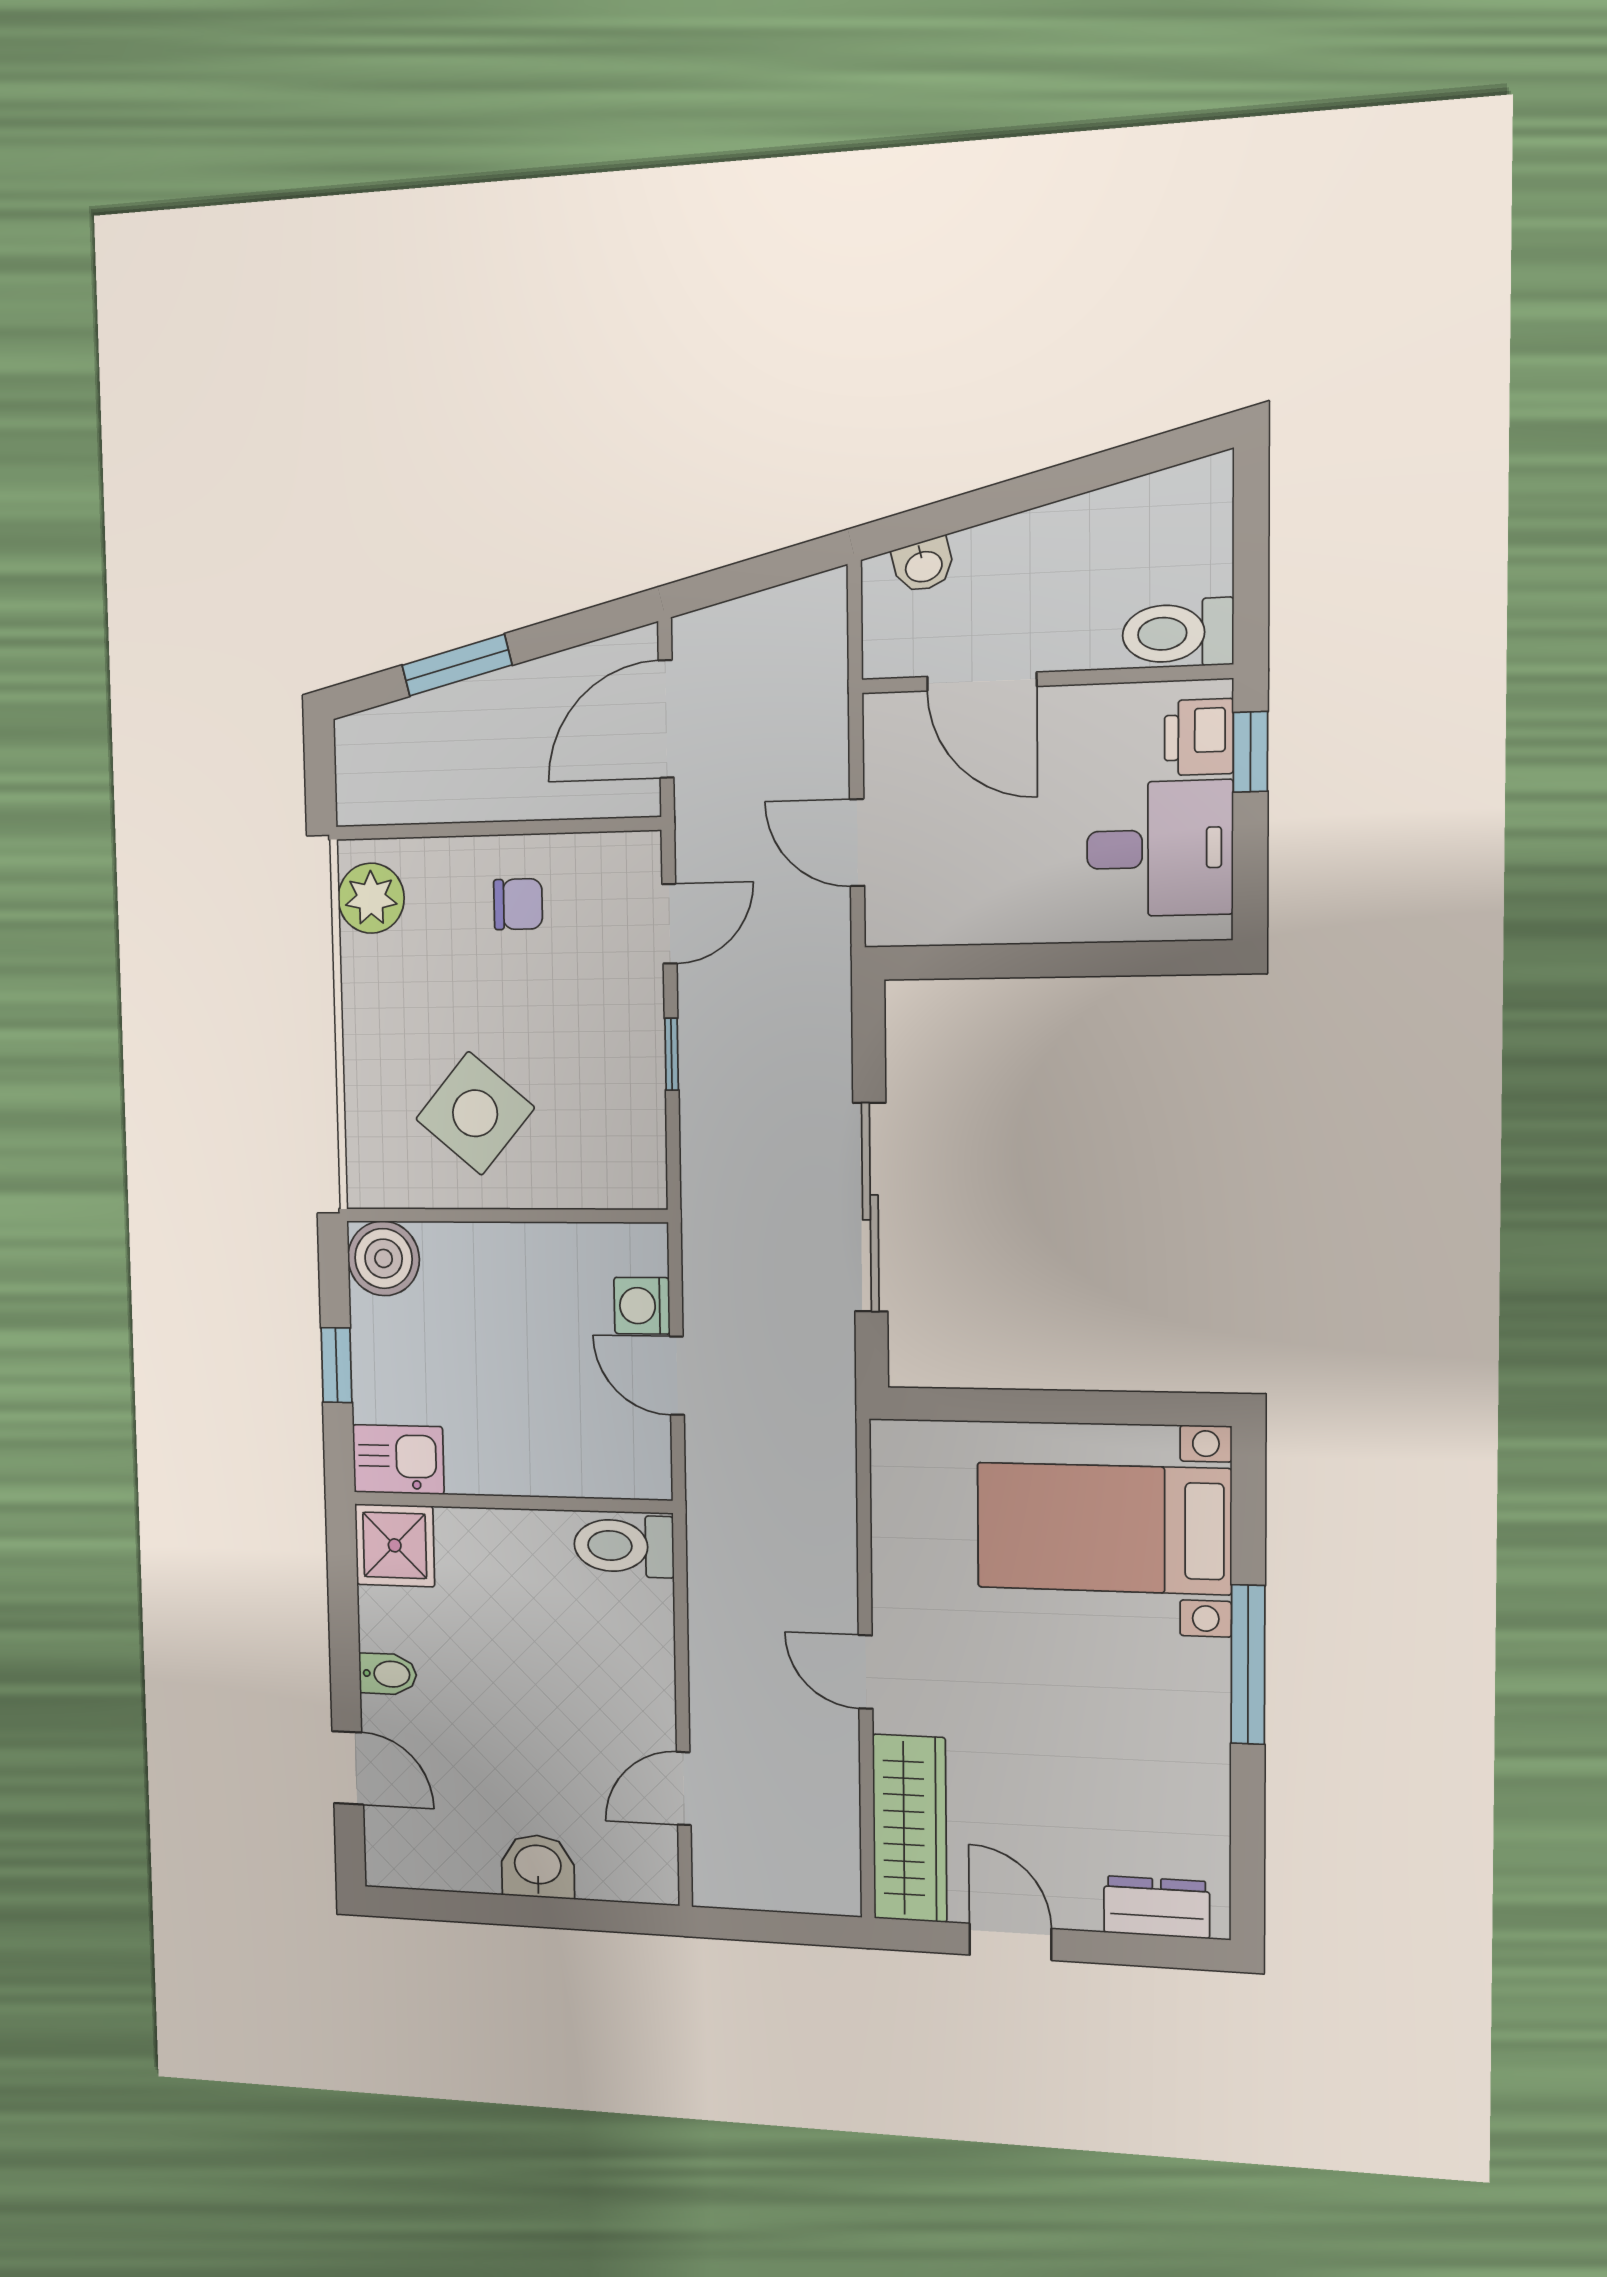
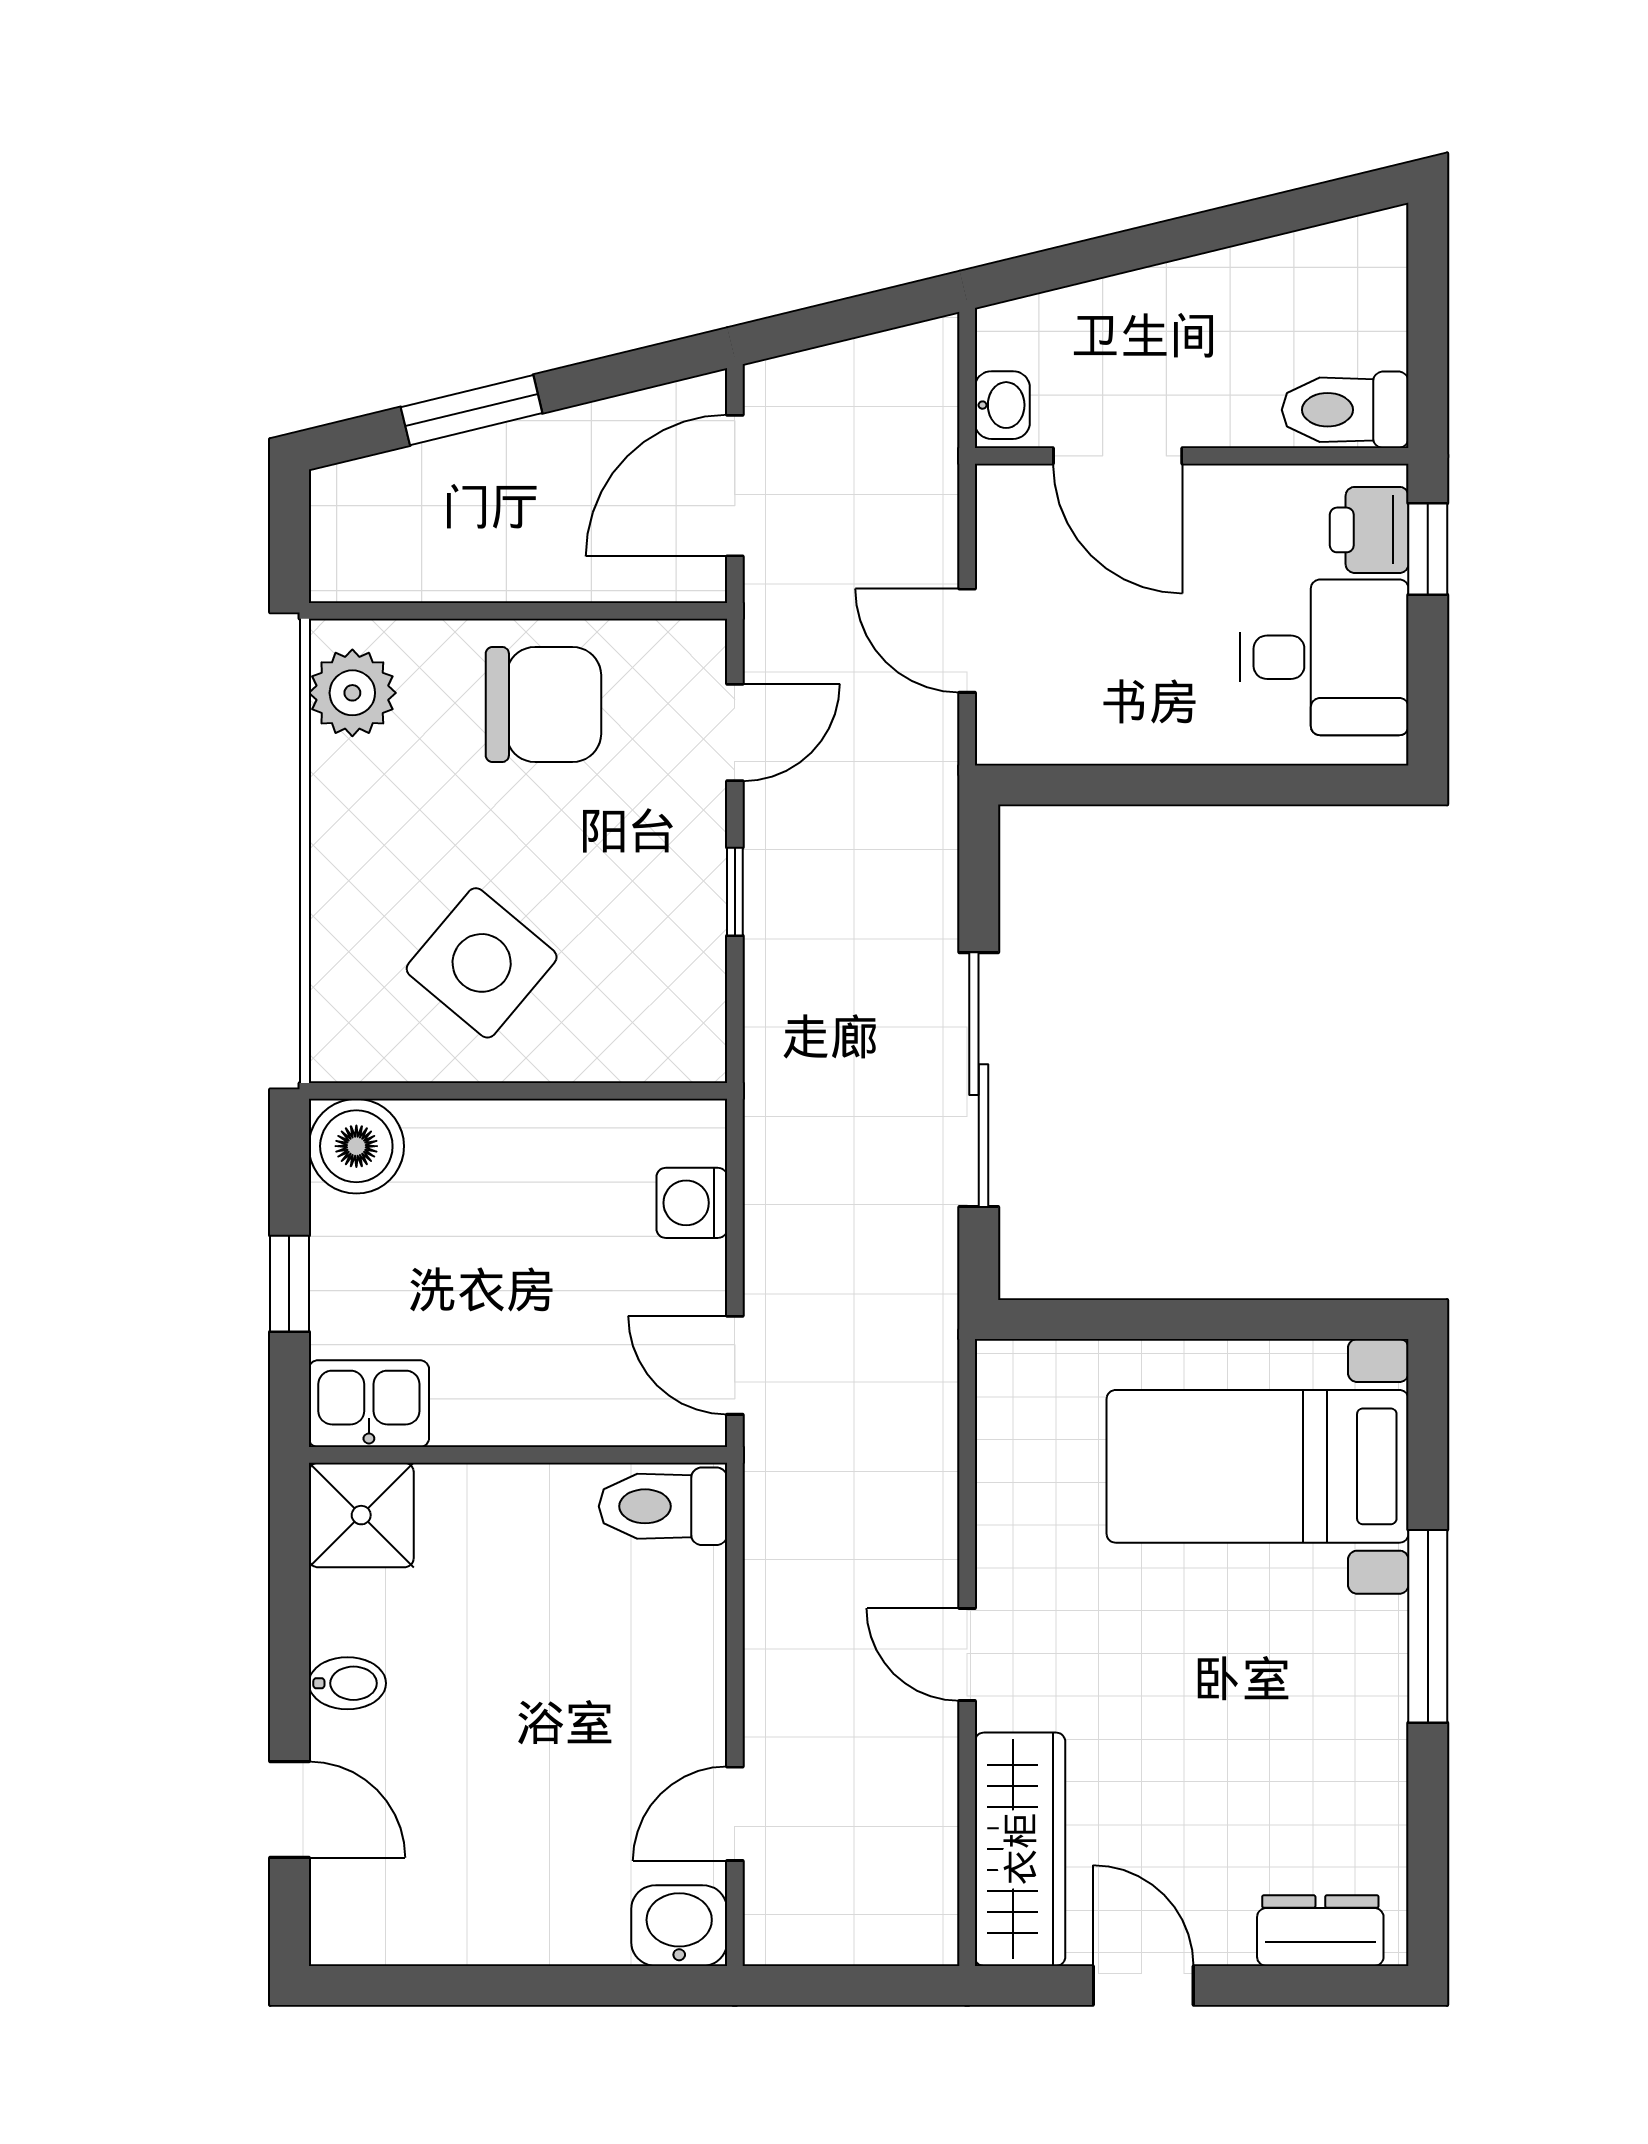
washbasin: (923, 565) -> (1002, 405), moved, turned -76
chair: (518, 904) -> (543, 704), width x1.87, depth x1.87
door: (677, 1376) -> (735, 1365), moved
washbasin: (538, 1866) -> (679, 1926), moved

